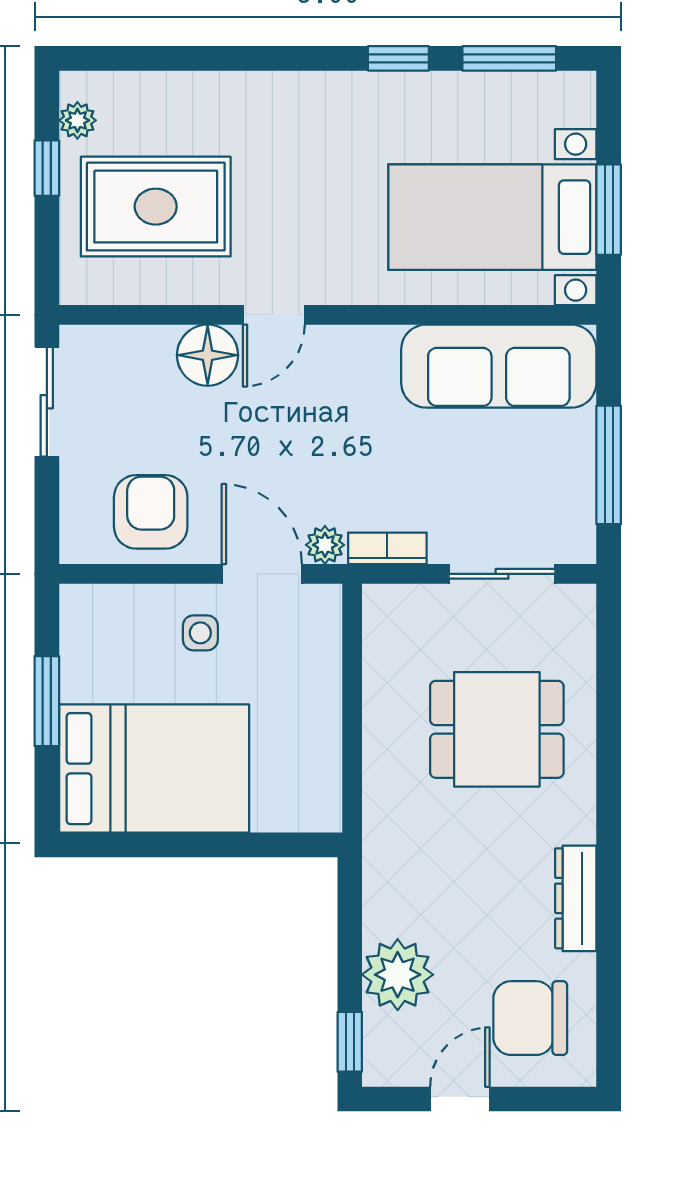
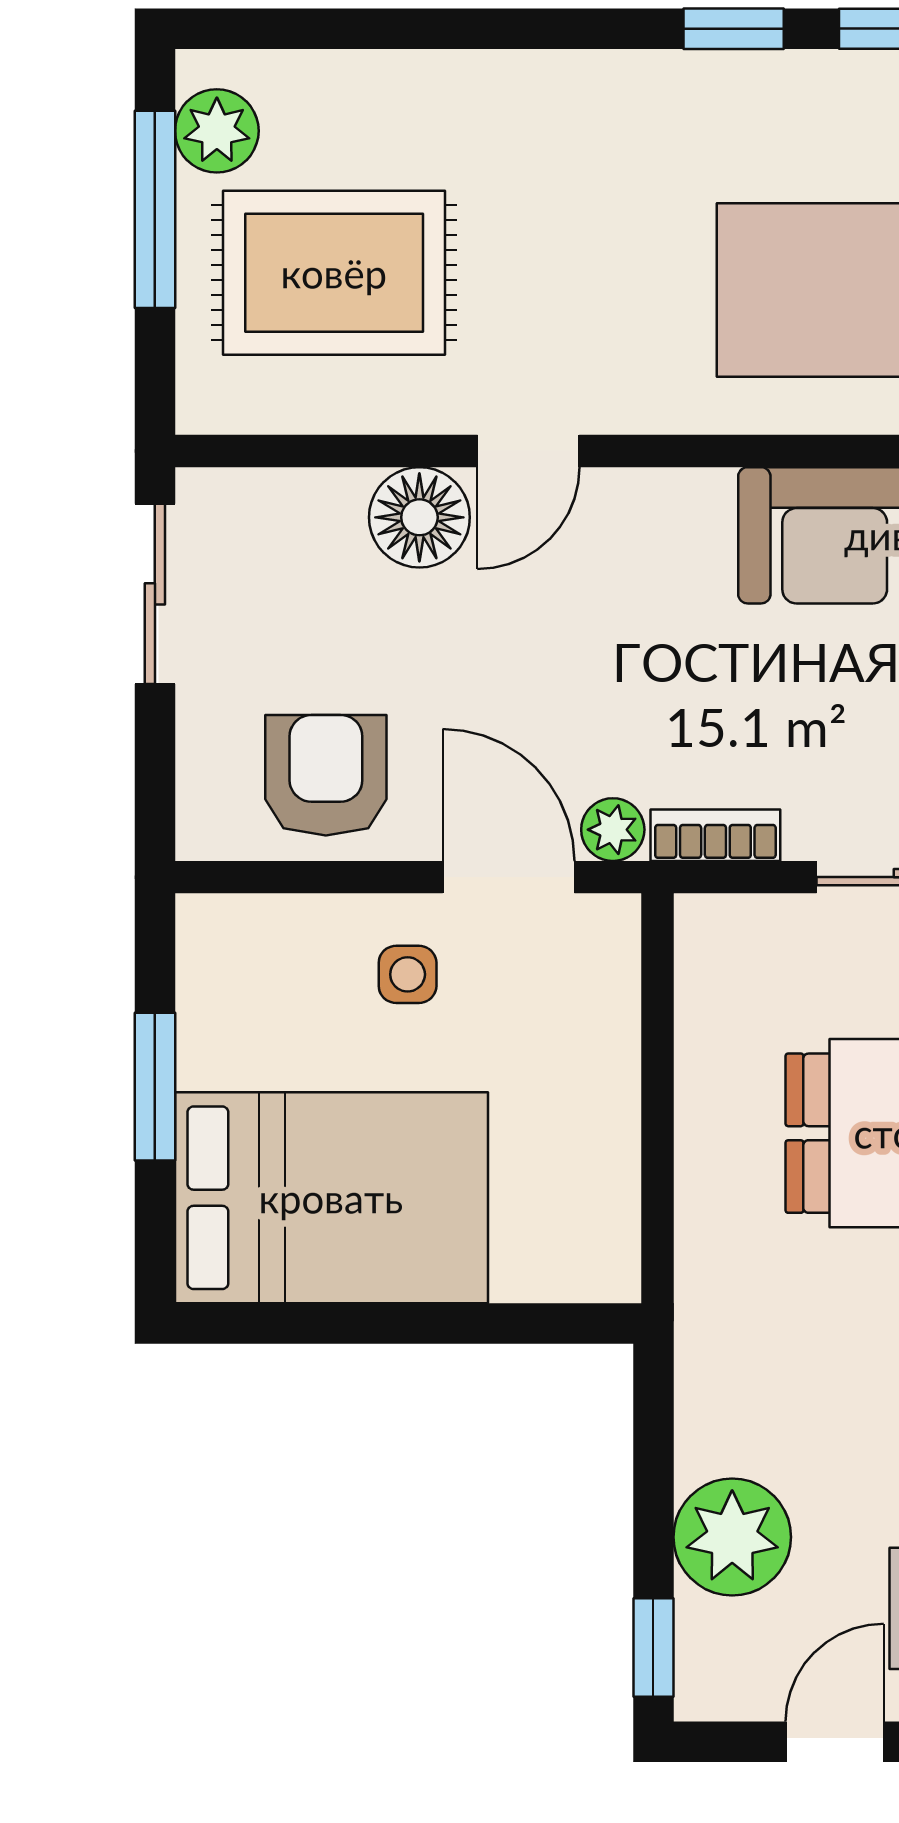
plant: (77, 120) -> (217, 131), width x1.38, depth x1.38
window: (47, 168) -> (155, 209), width x2.17

